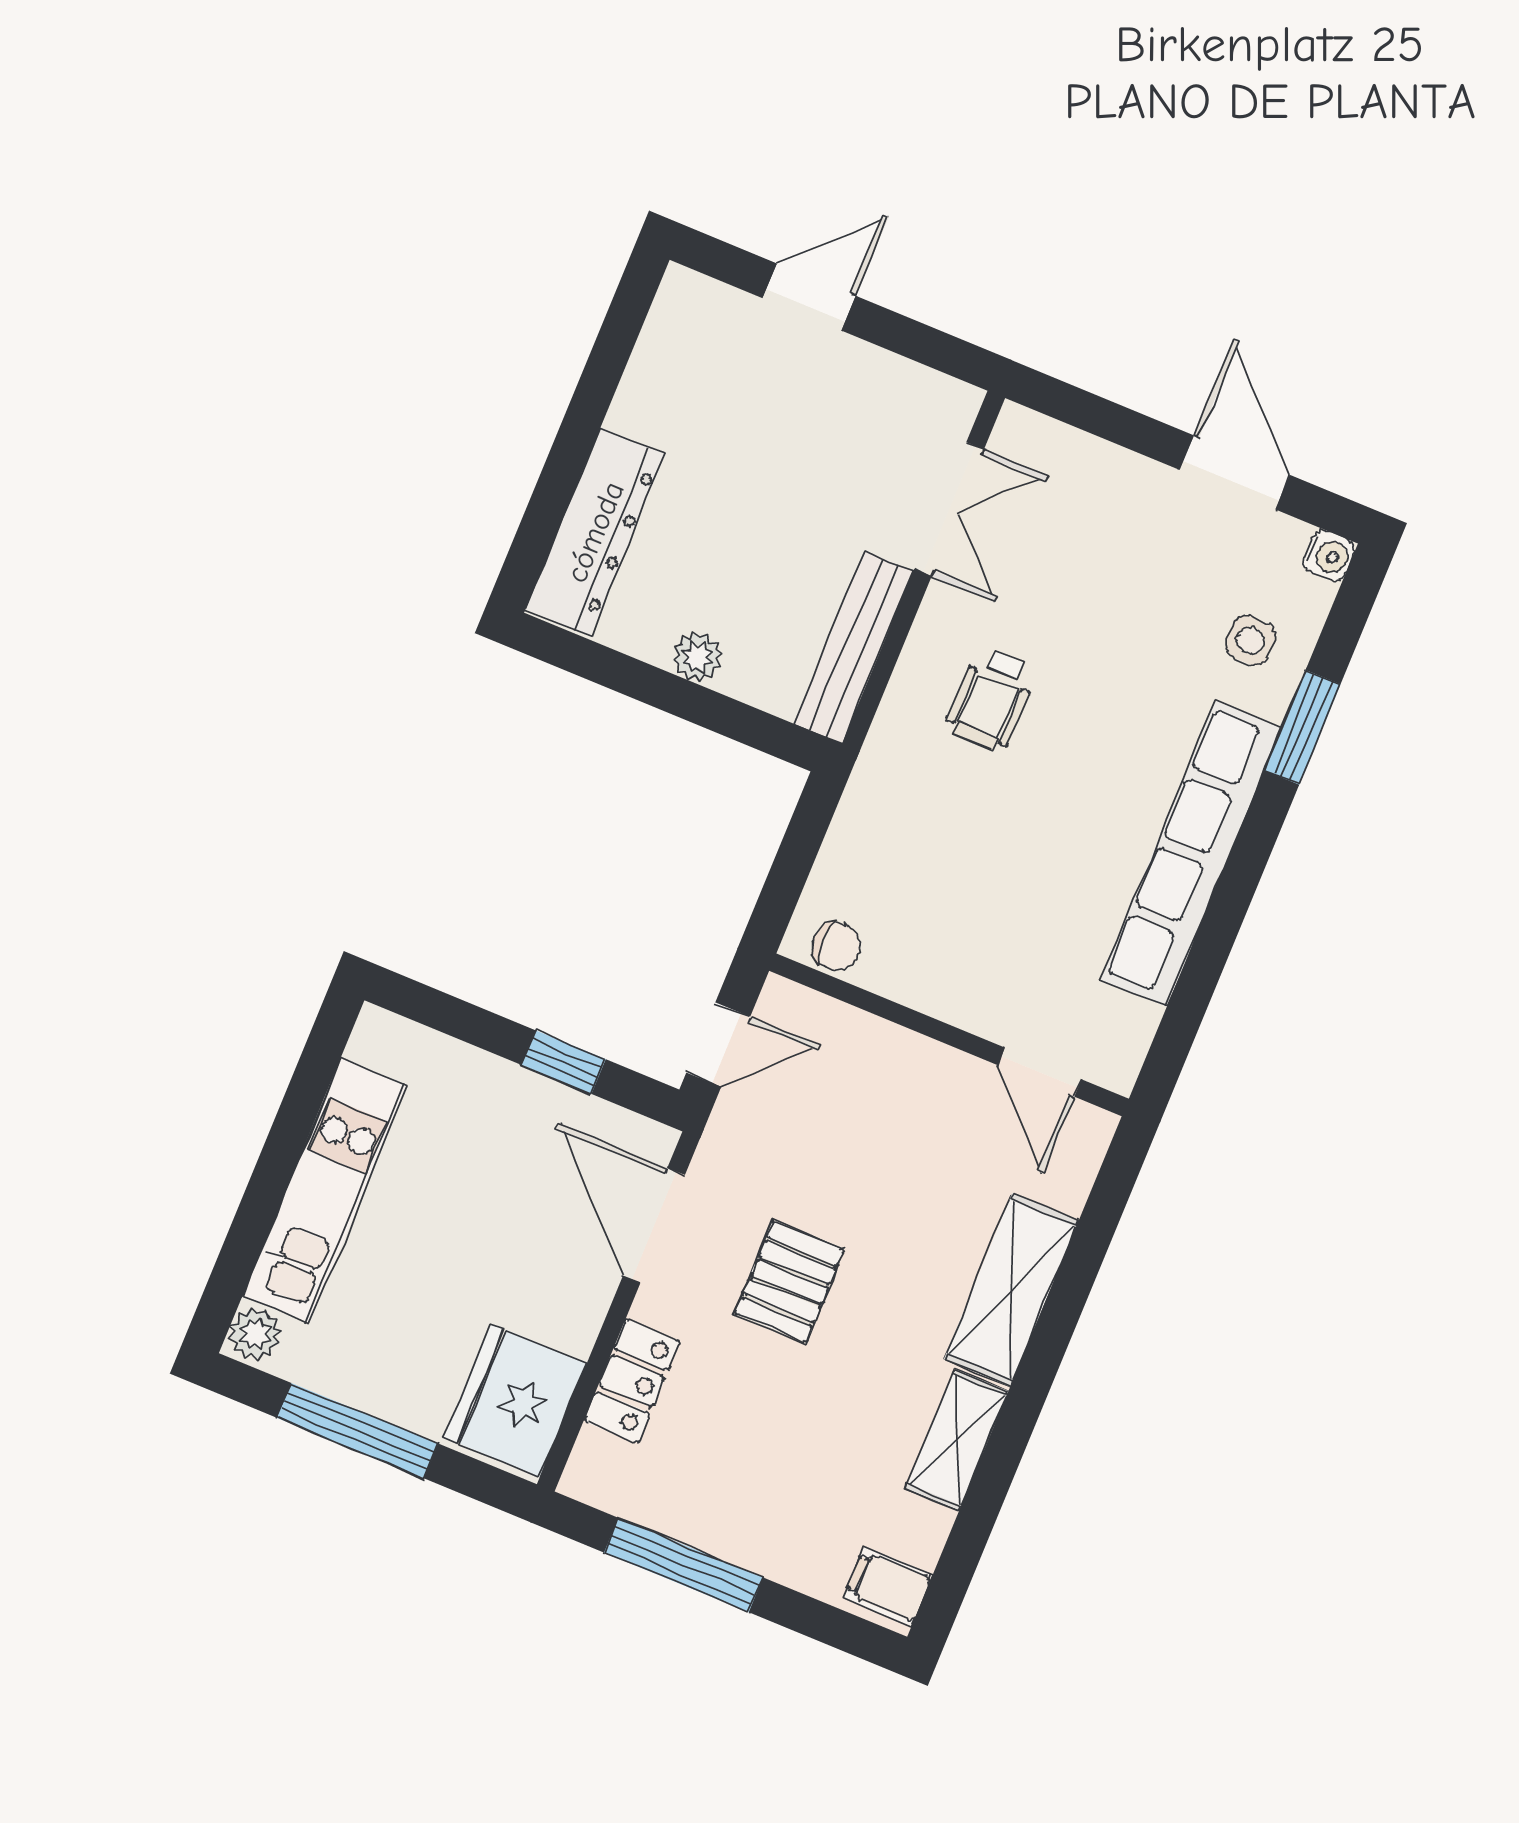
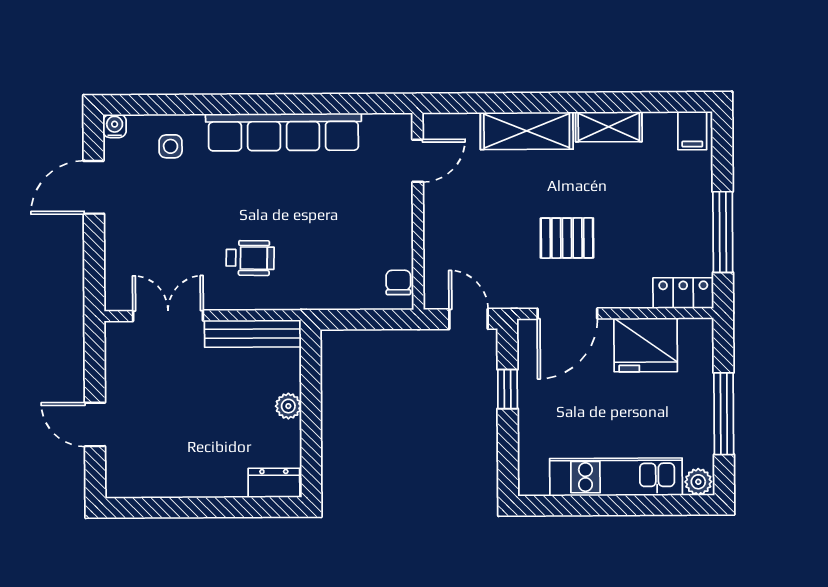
dresser: (595, 532) -> (274, 483), width x0.51, depth x0.80
window: (1302, 727) -> (201, 104), removed
locker: (632, 1381) -> (683, 293), moved
fridge: (515, 1400) -> (646, 345), moved

